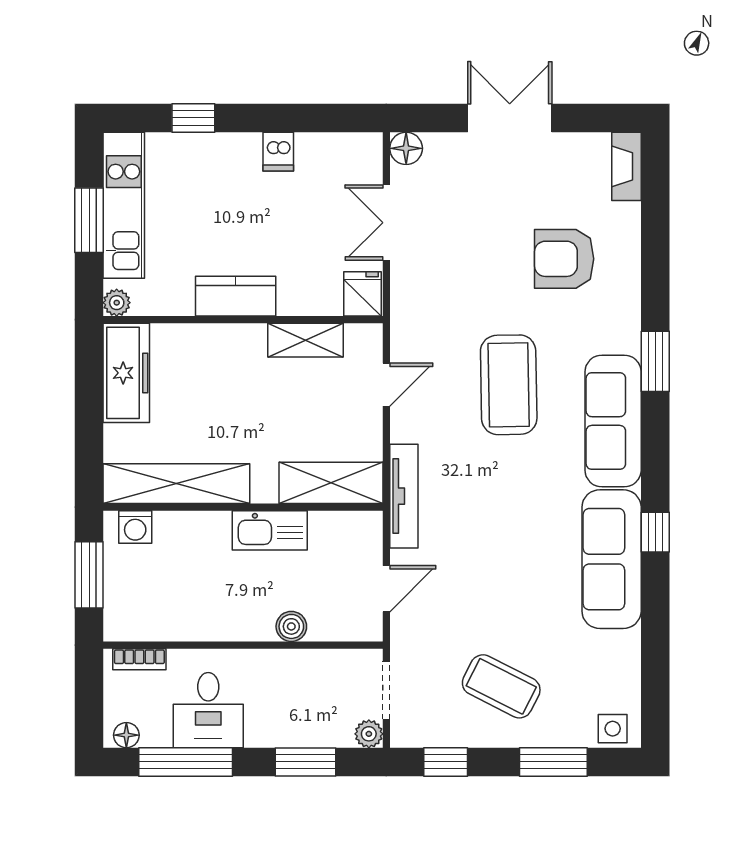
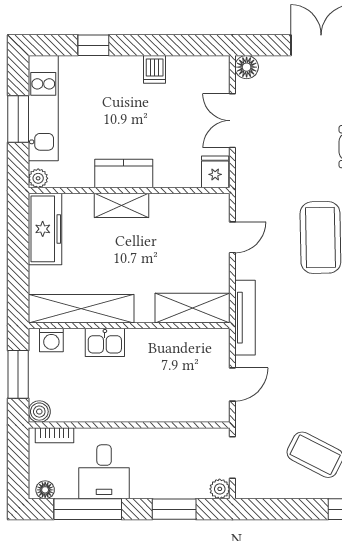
shelving: (305, 340) -> (122, 205), moved
kitchen sink: (270, 530) -> (105, 342), moved, width x0.73
boiler: (291, 626) -> (39, 412), moved
window: (446, 762) -> (275, 509), removed

